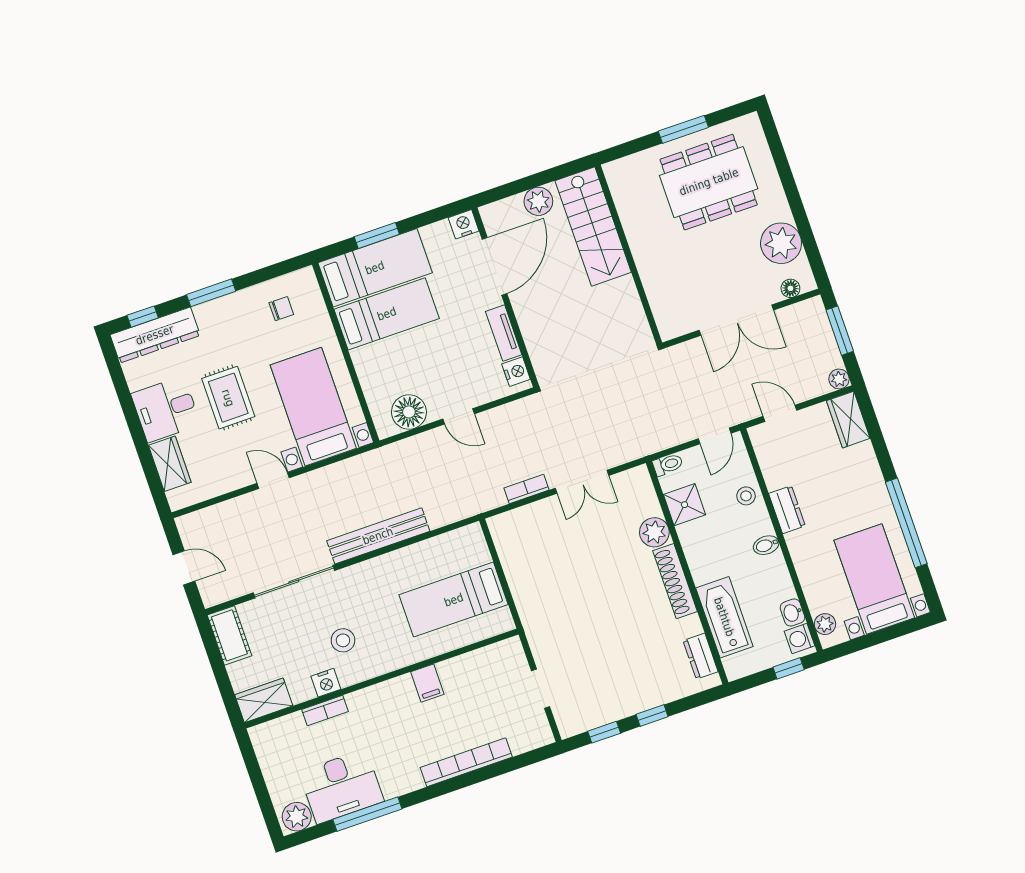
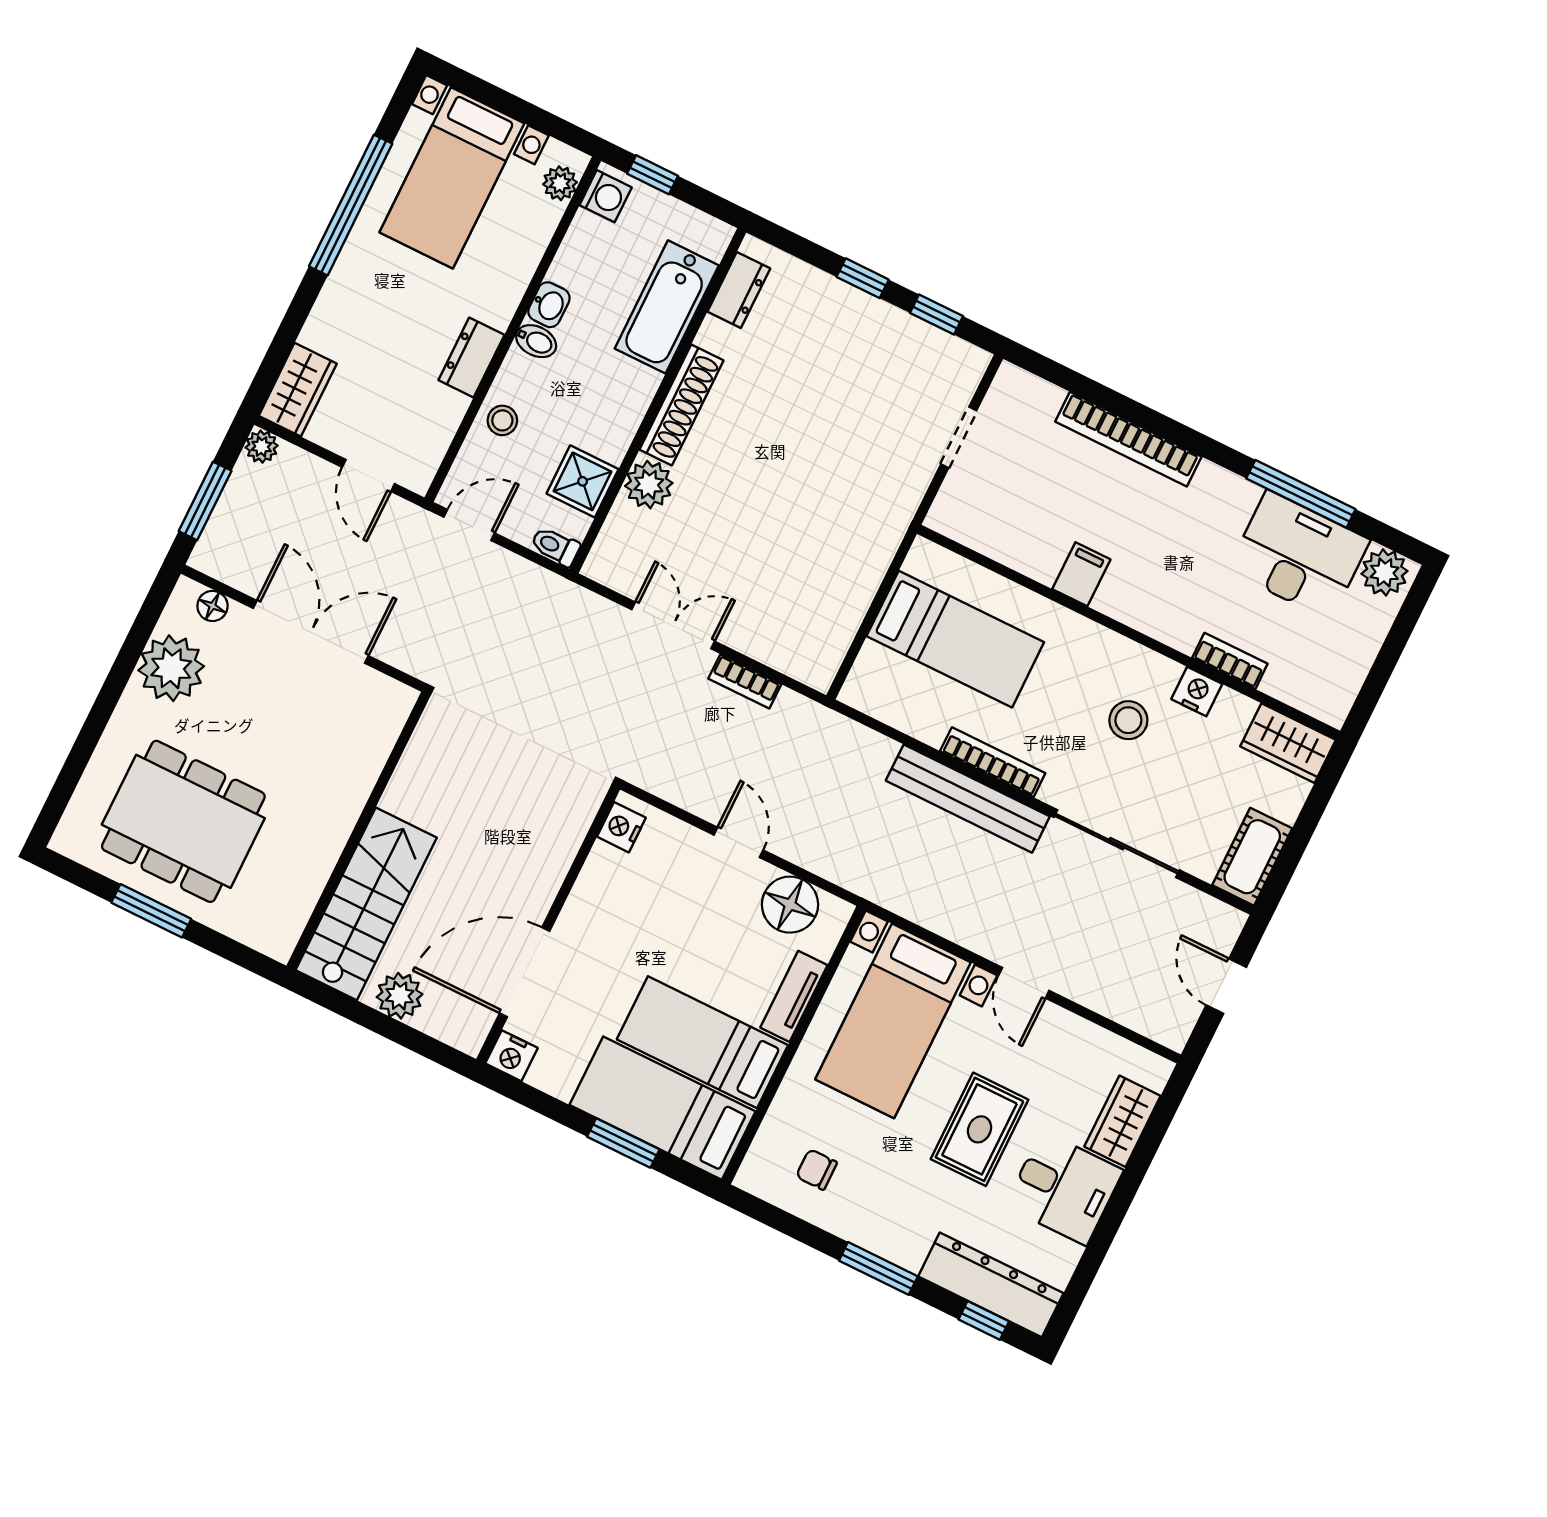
tv unit: (504, 333) -> (794, 996), moved, turned 180
bookcase: (383, 563) -> (993, 762), added
washbasin: (792, 613) -> (549, 305), moved

